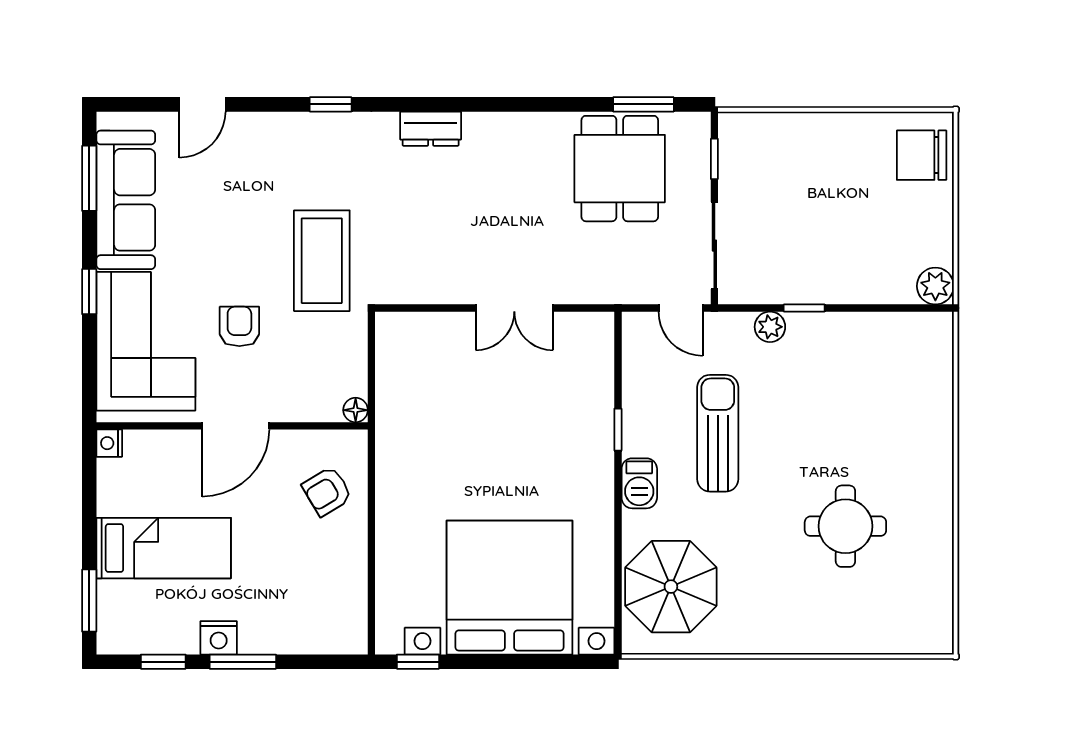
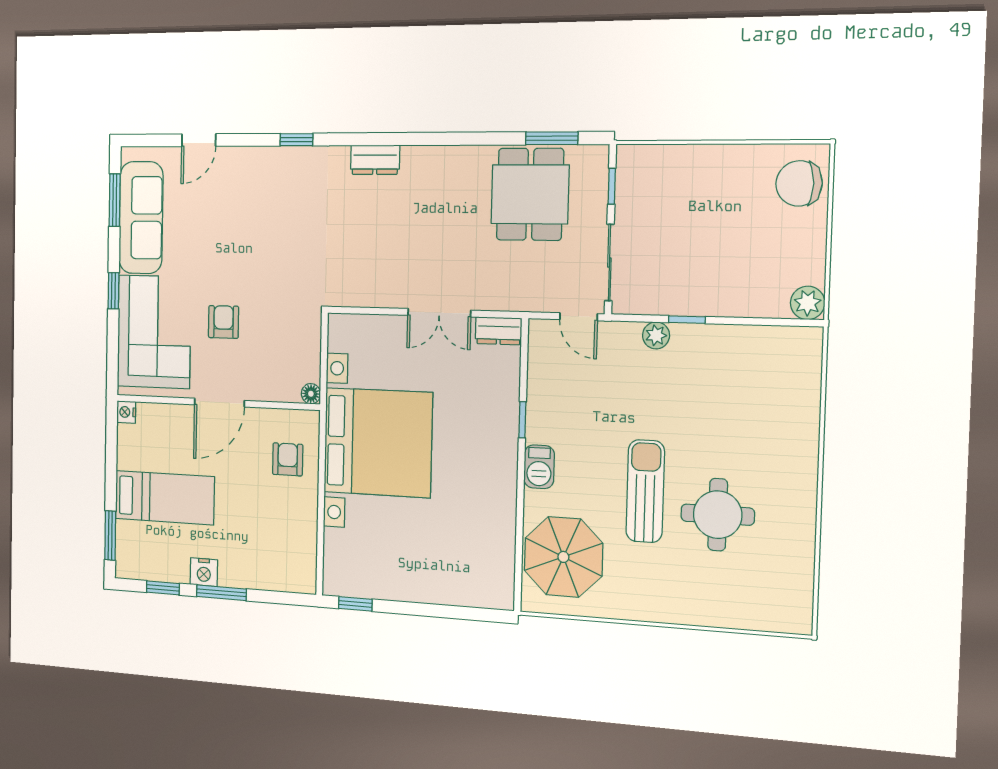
coffee table: (322, 261) -> (287, 270), removed
dresser: (587, 327) -> (499, 331), added
sun lounger: (718, 433) -> (645, 491), moved
armchair: (327, 491) -> (288, 459), turned 121
bed with nightstands: (510, 588) -> (378, 443), moved, turned 90

